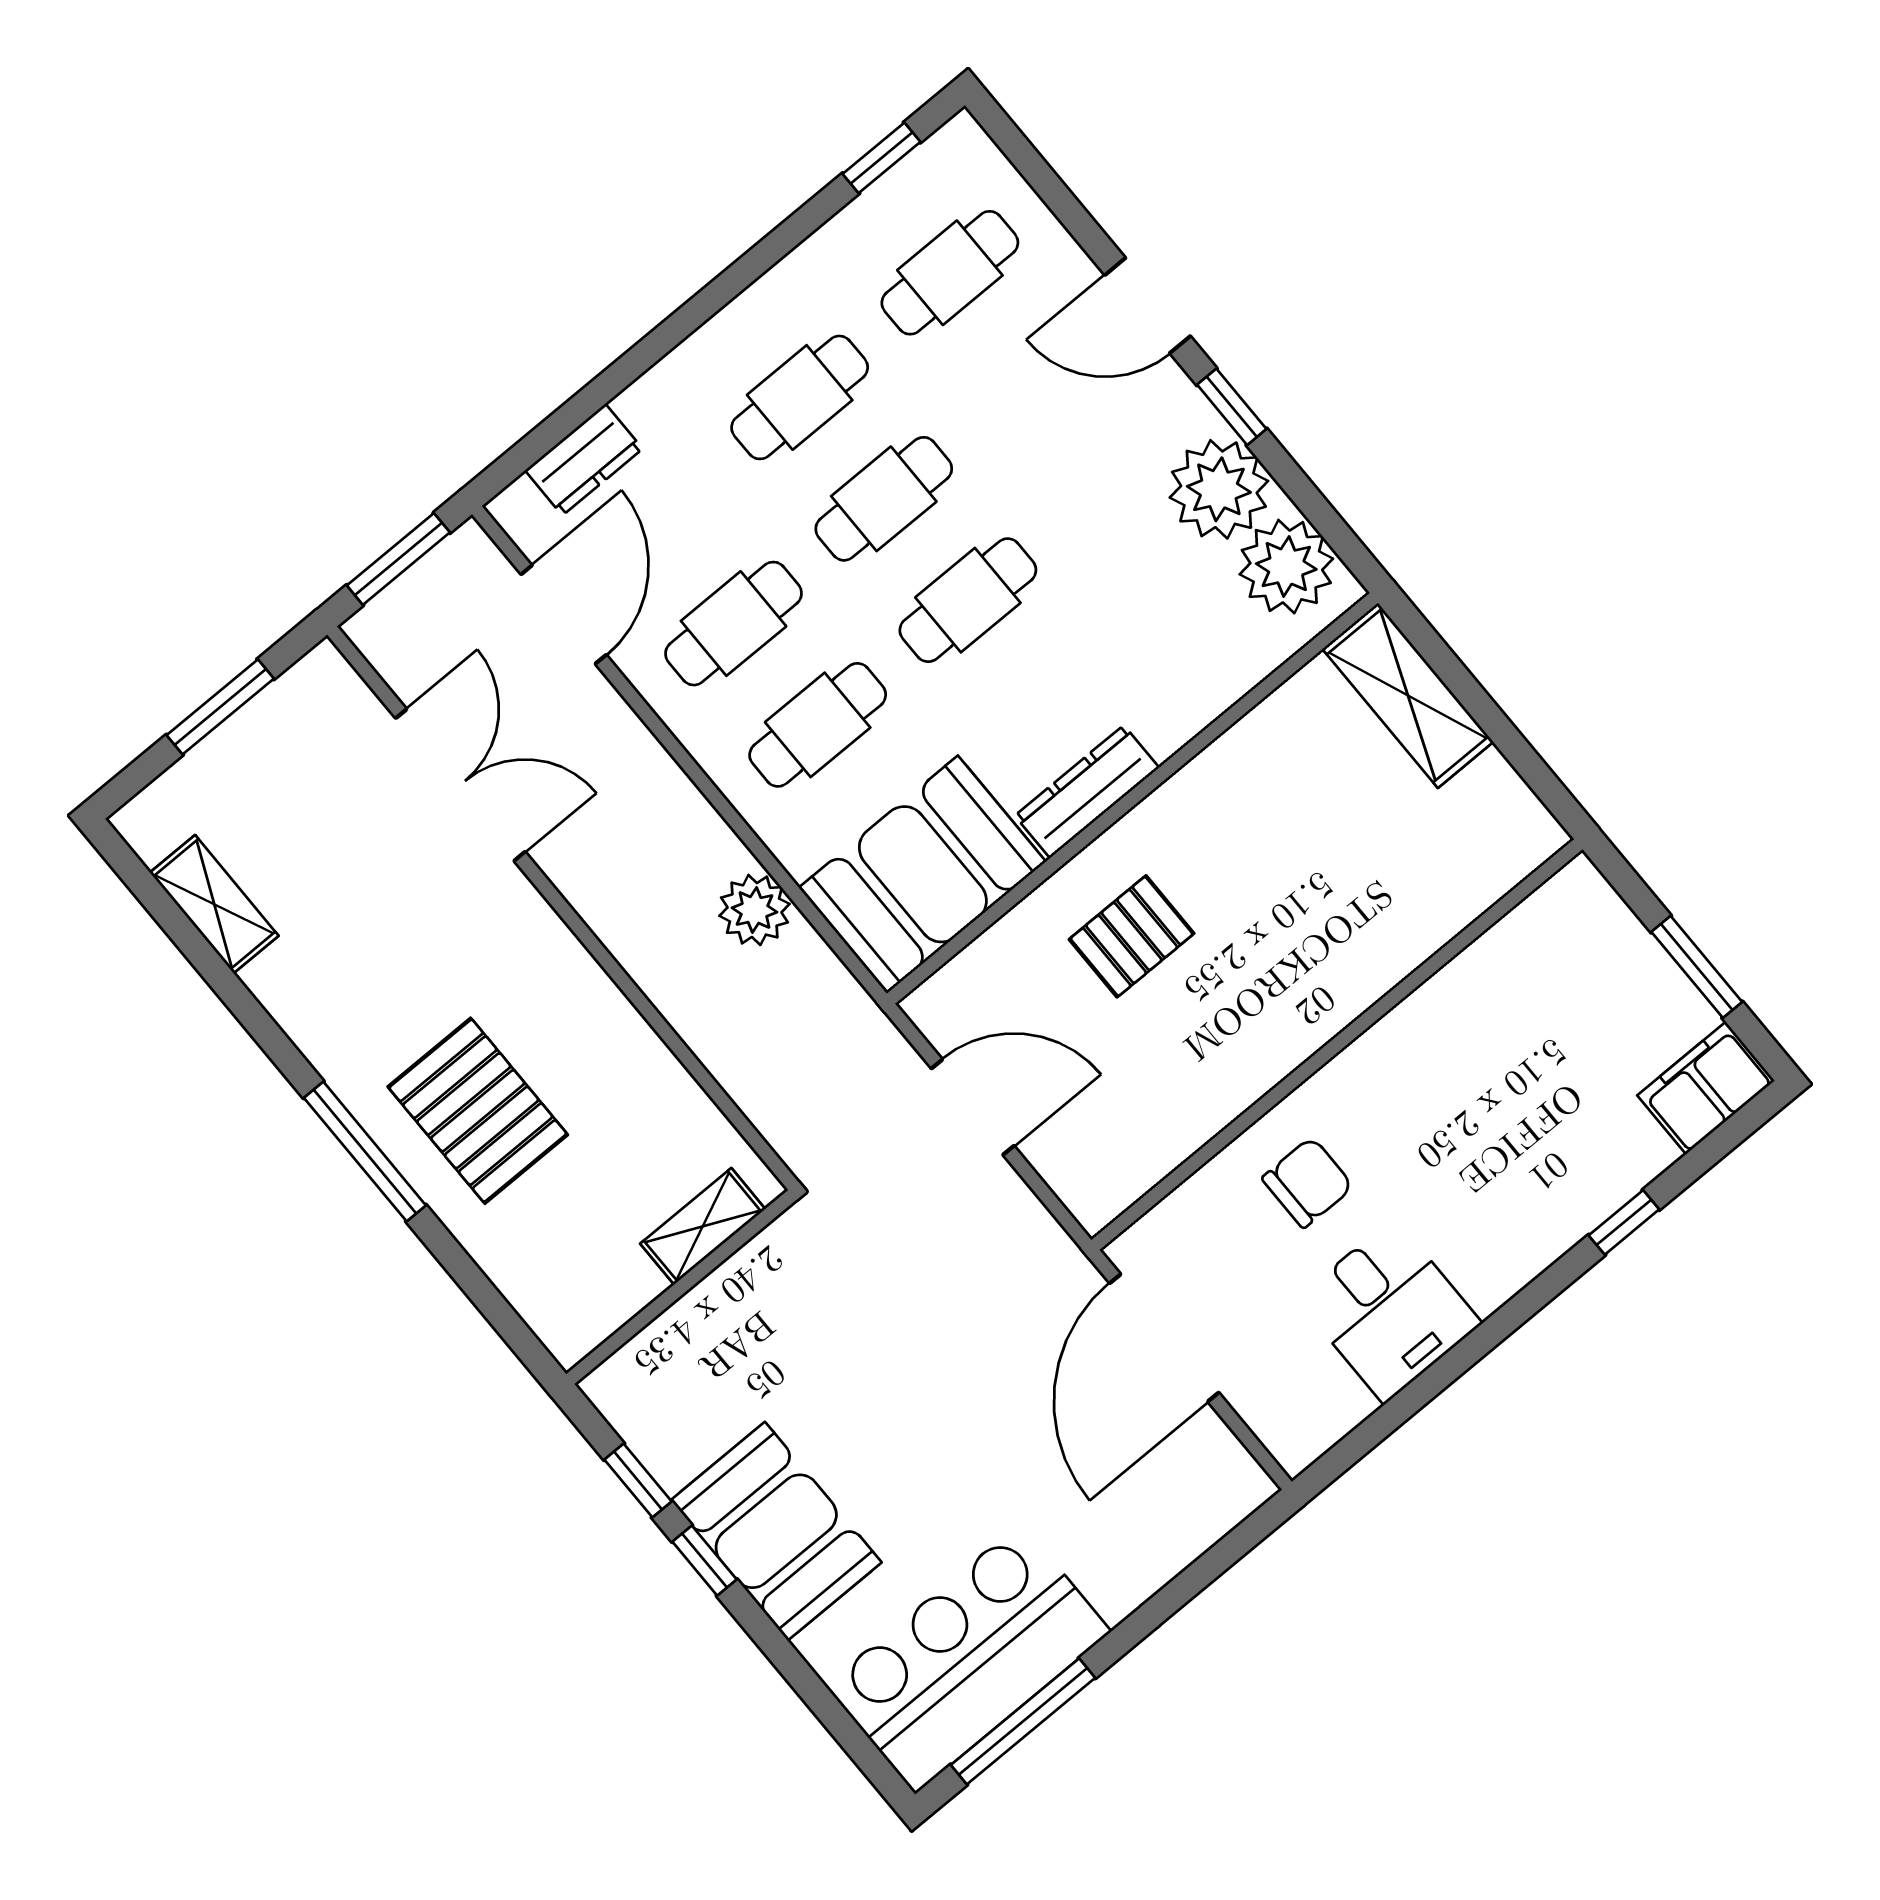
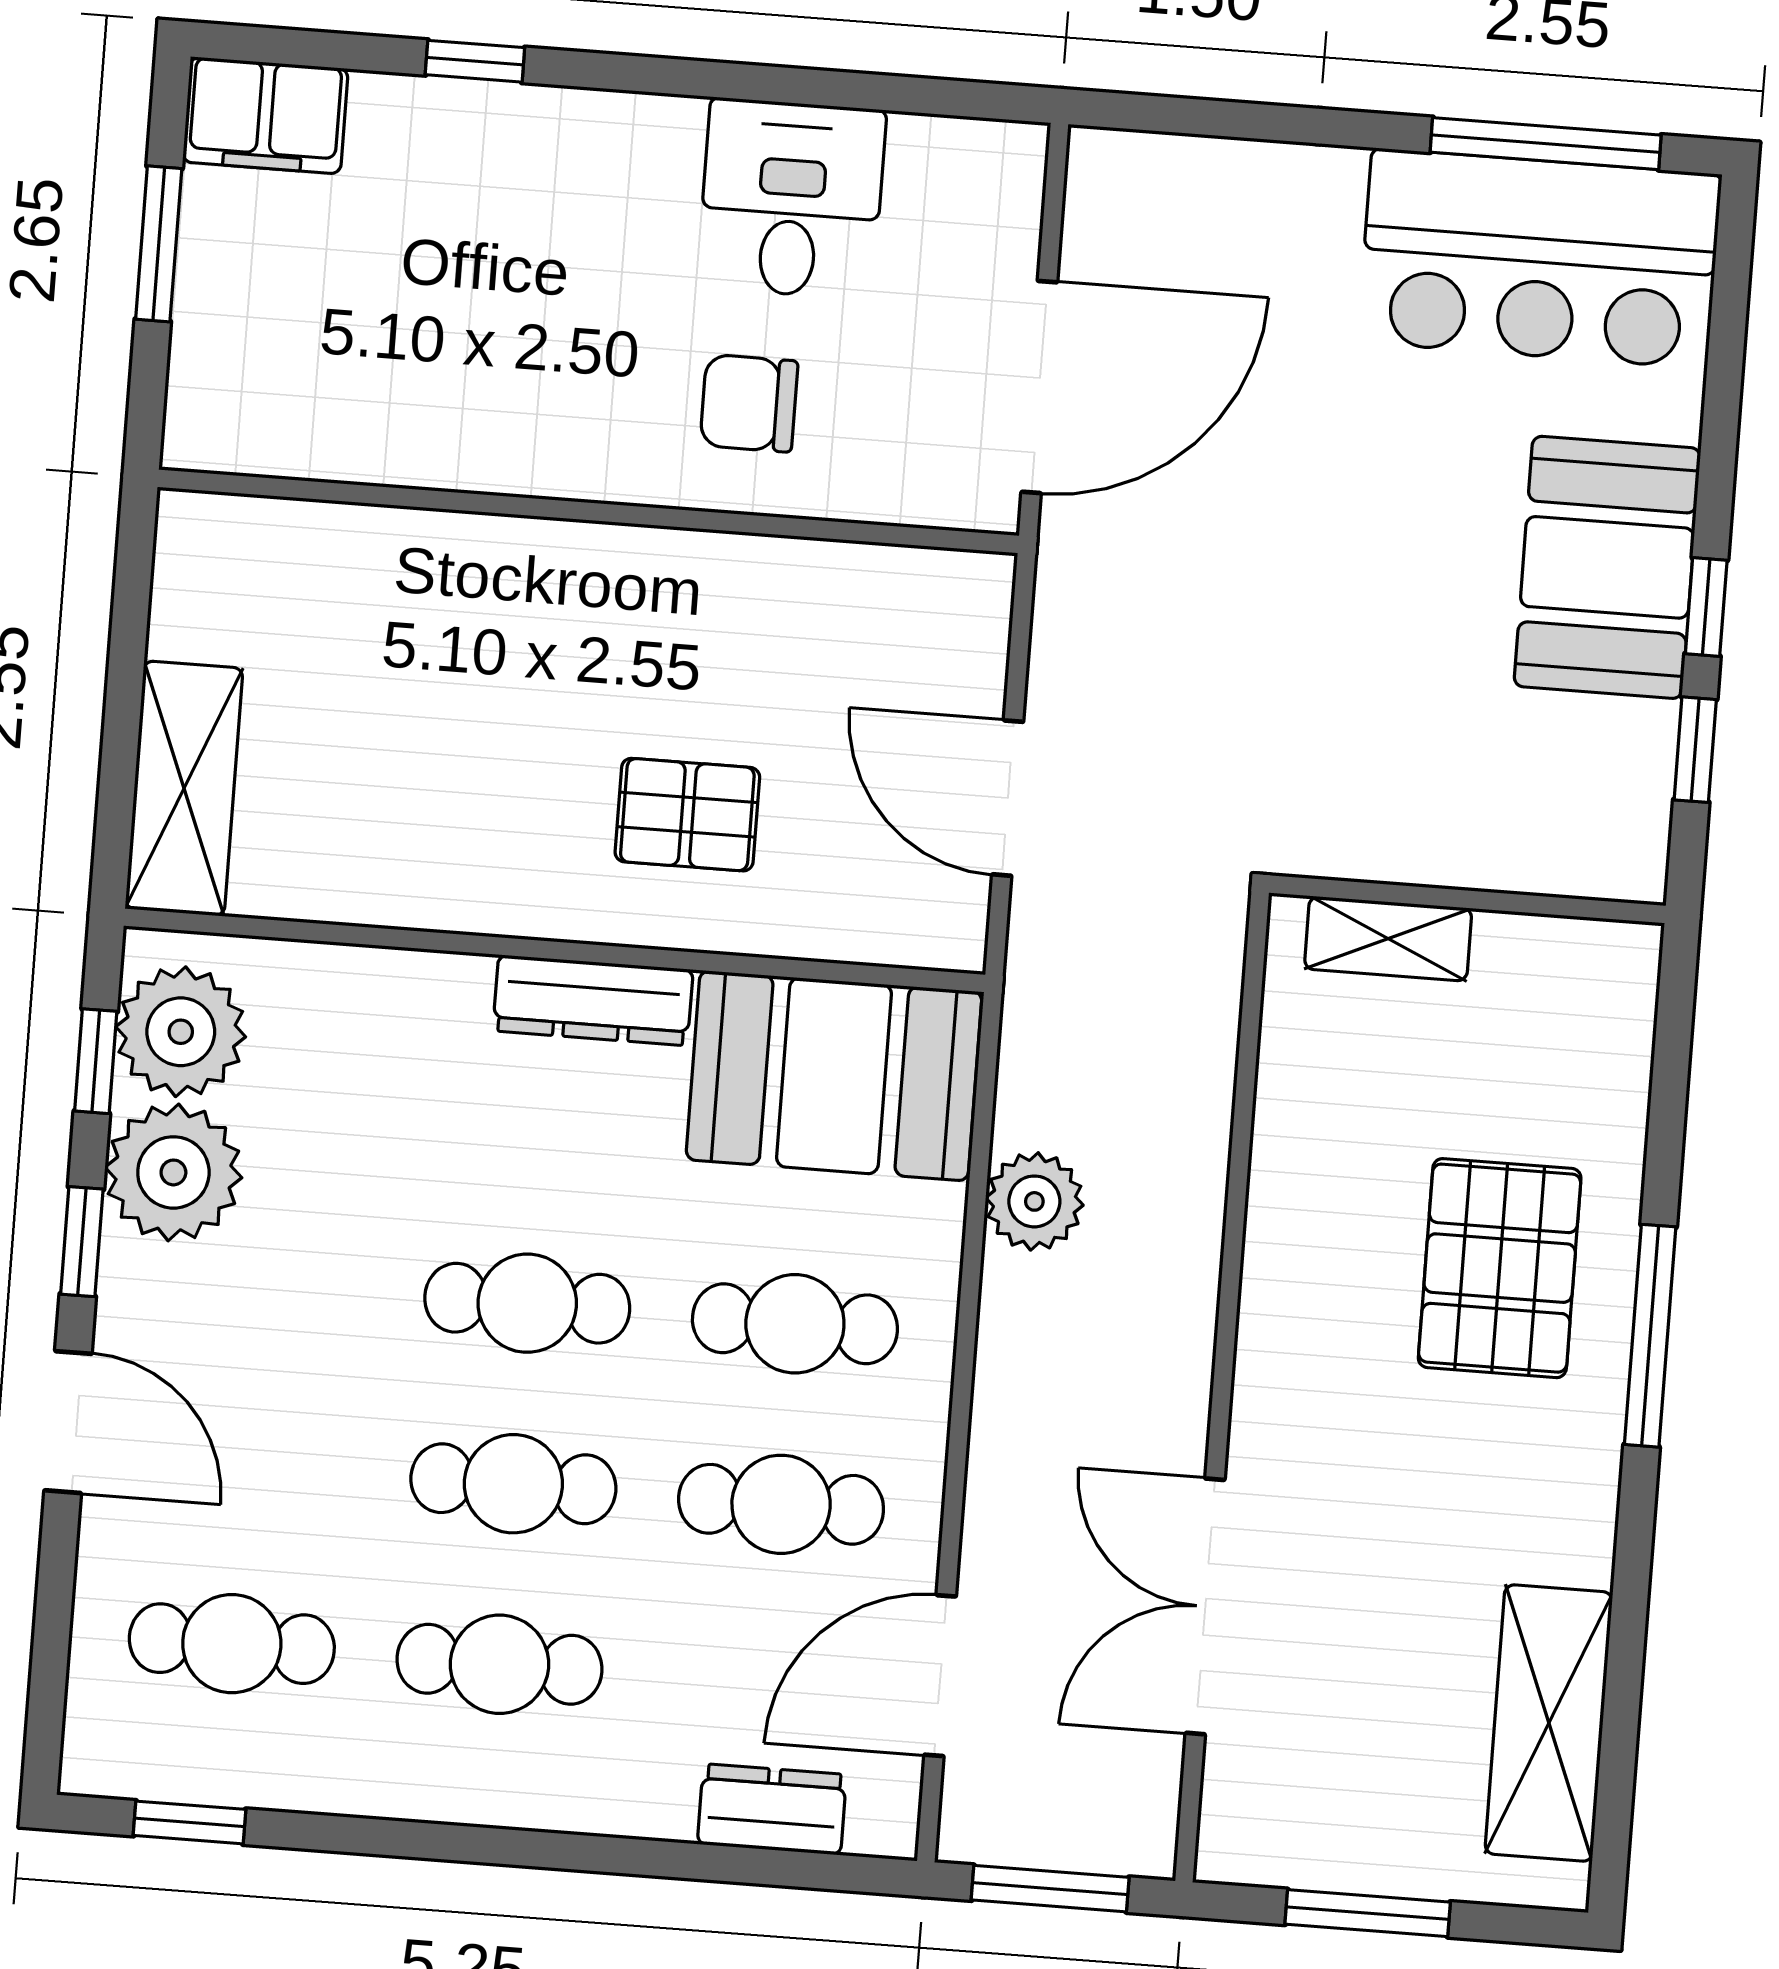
window: (1316, 508) -> (96, 1061), added
shelving: (214, 904) -> (1549, 1723), width x1.50, depth x1.33

